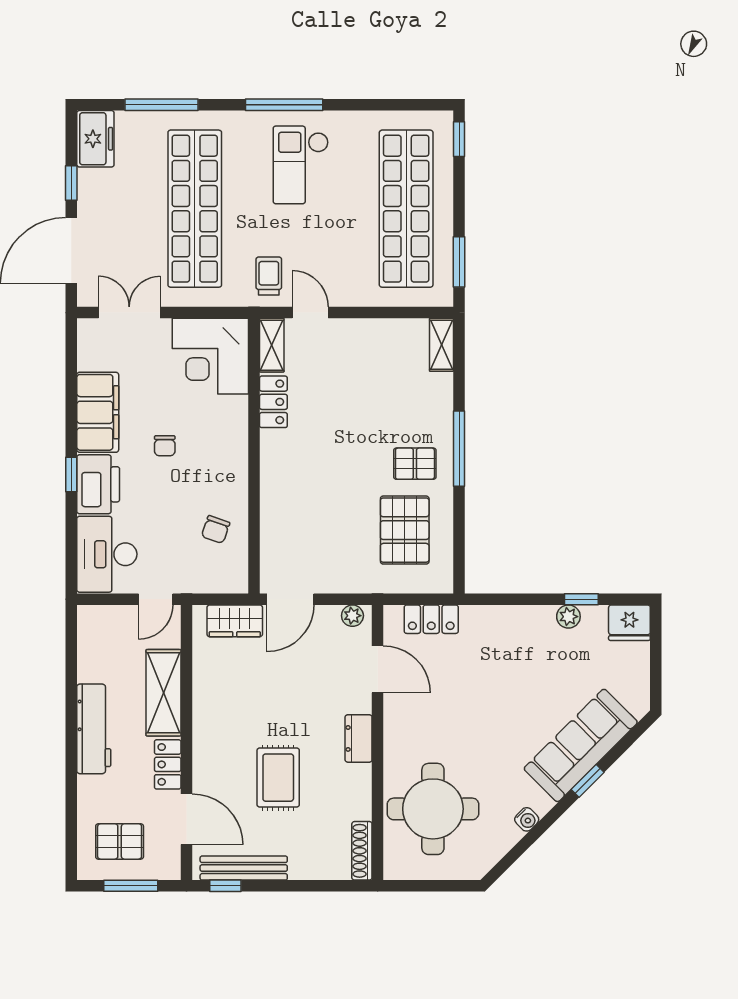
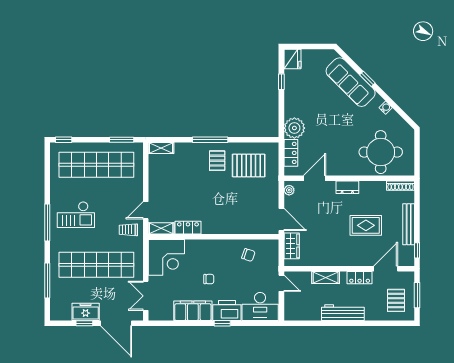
freezer: (95, 139) -> (86, 312), moved
plant: (568, 617) -> (294, 128), moved, width x1.87, depth x1.87
shelving: (164, 693) -> (326, 278), width x0.67, depth x0.75
bench: (244, 868) -> (409, 224), moved

